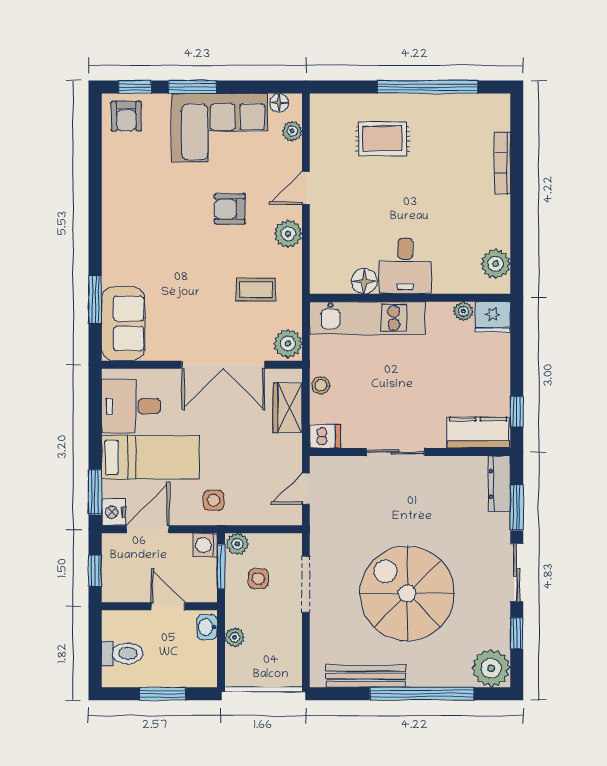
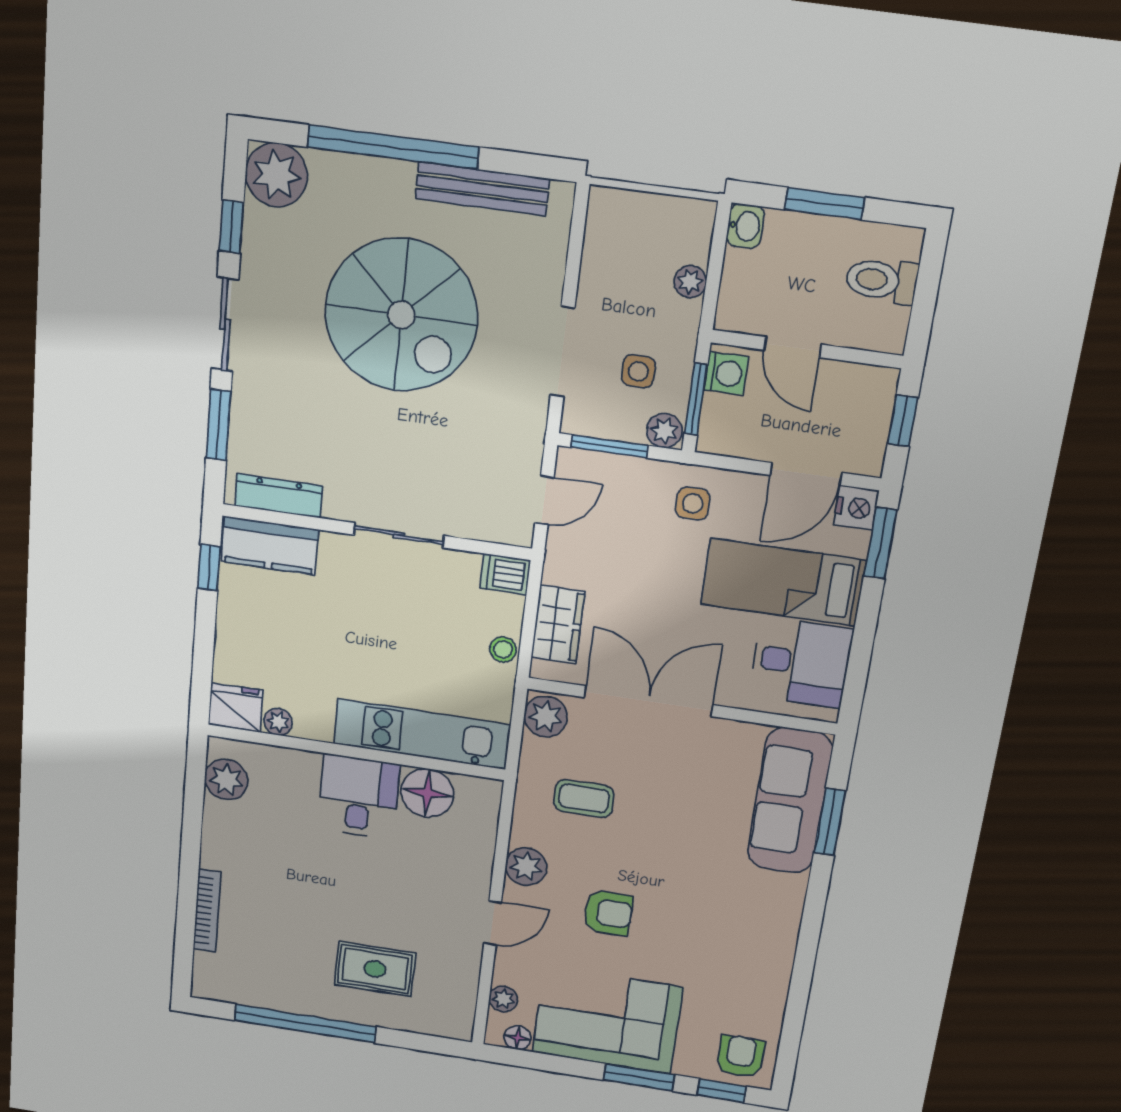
floor lamp: (364, 281) -> (427, 793), width x1.38, depth x1.38
sofa: (123, 324) -> (790, 801), width x1.36
dresser: (499, 484) -> (278, 496), moved, turned -90
window: (270, 529) -> (609, 446), added
washing machine: (205, 545) -> (726, 373), moved
washbasin: (207, 627) -> (745, 226), moved

